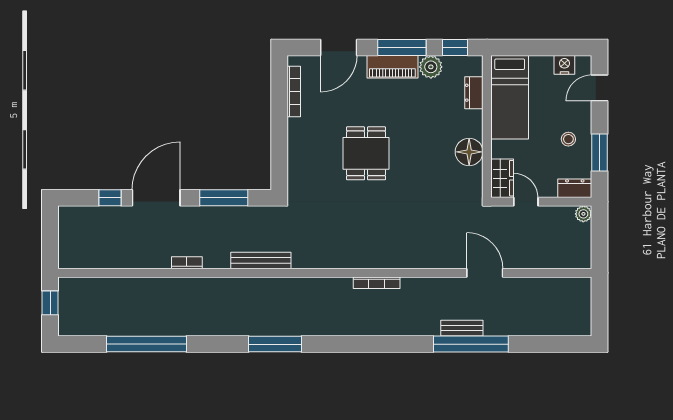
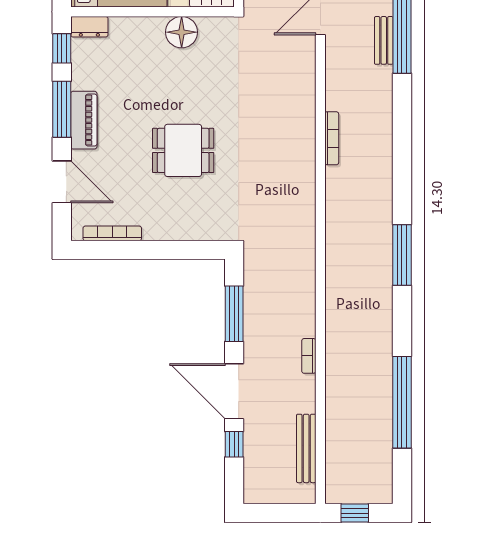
plant: (431, 67) -> (84, 76), removed
dresser: (474, 93) -> (89, 27), moved
bench: (261, 261) -> (306, 448), moved

